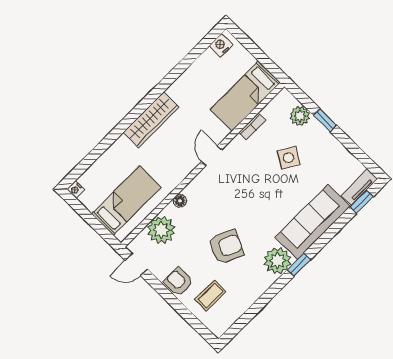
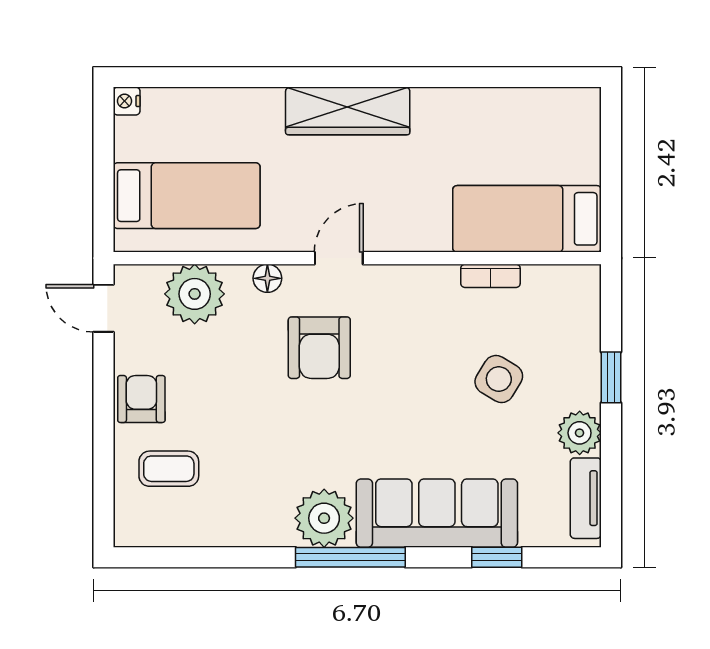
nightstand: (221, 45) -> (568, 105), removed
plant: (300, 116) -> (580, 433), moved
door: (212, 156) -> (339, 258), moved
tv unit: (359, 187) -> (586, 498), moved, turned -90
window: (362, 202) -> (497, 557), moved
armchair: (226, 247) -> (319, 348), moved, turned 65
window: (299, 265) -> (350, 557), width x2.17

